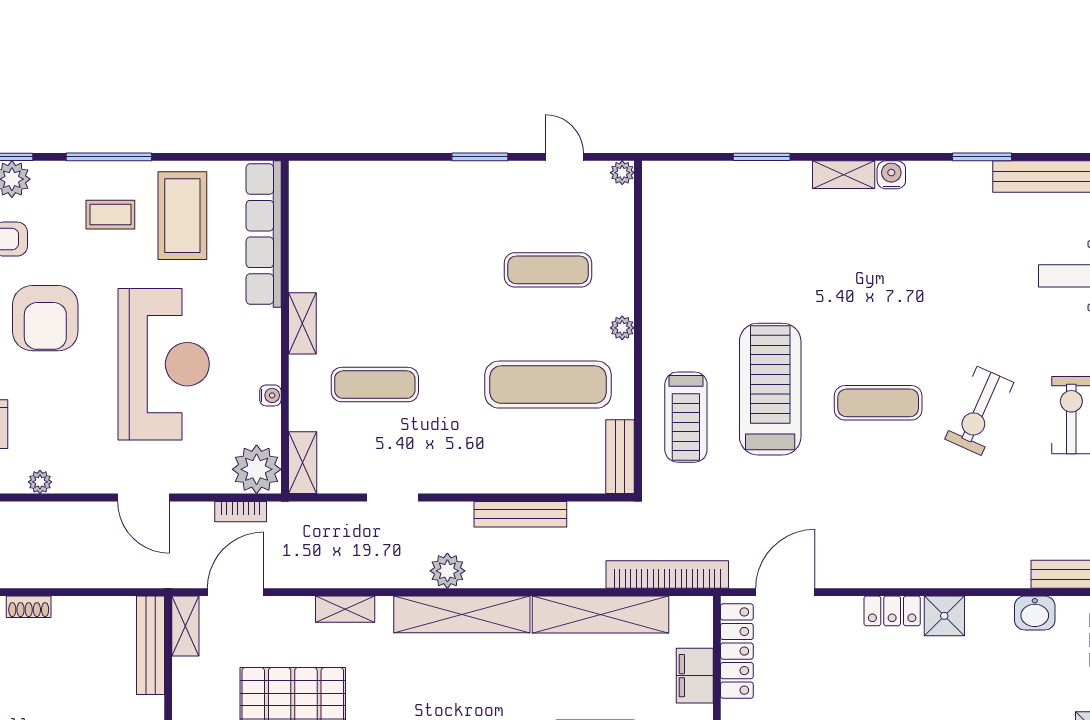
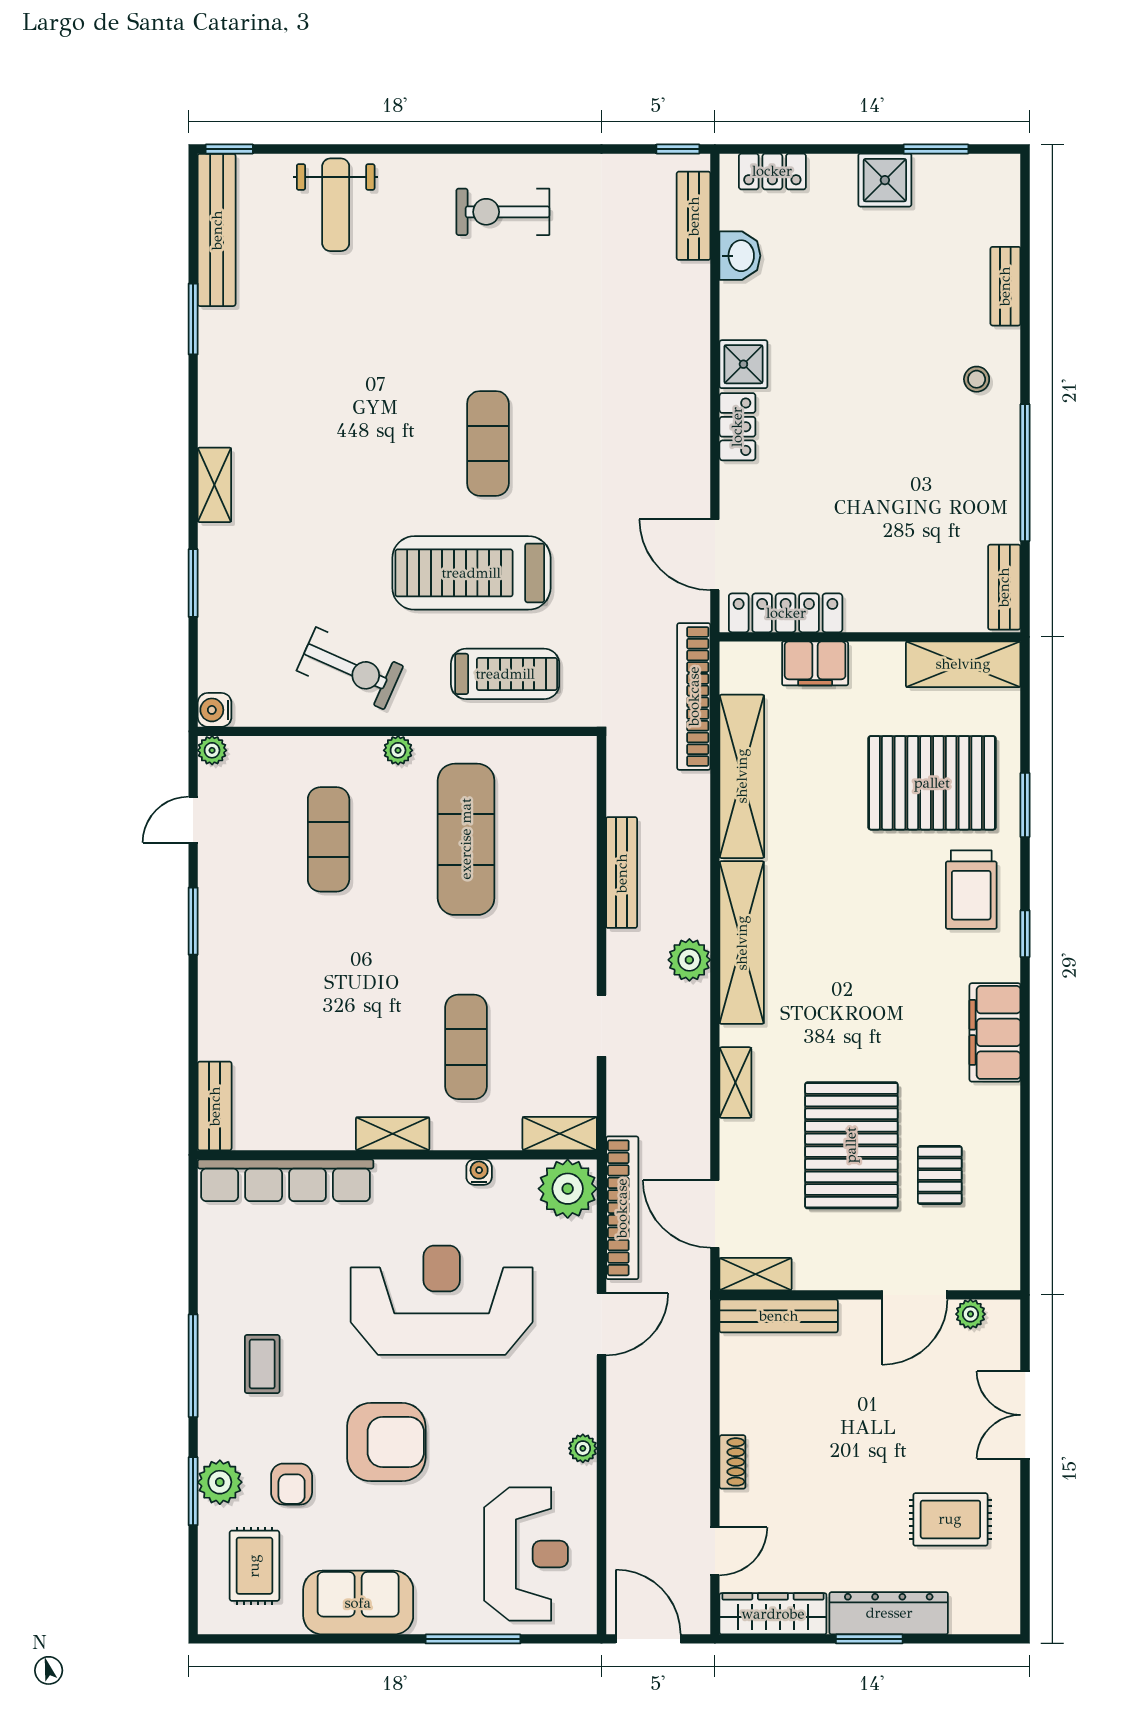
water cooler: (891, 175) -> (215, 710), moved
coffee table: (182, 216) -> (264, 1278), removed
exercise bike: (979, 411) -> (350, 668), moved
bench: (620, 457) -> (215, 1106), moved, turned 90
bookcase: (241, 512) -> (622, 1208), width x2.31, depth x1.31

